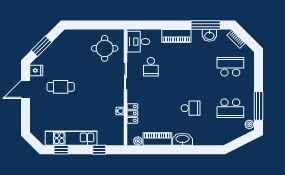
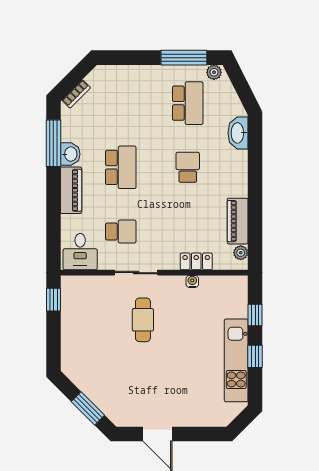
window: (109, 25) -> (53, 300), added
washbasin: (209, 35) -> (70, 154), moved
round table: (105, 48) -> (91, 306), removed
school desk: (230, 67) -> (121, 167), moved, turned 180
fridge: (36, 70) -> (127, 417), removed
cafe table: (61, 87) -> (143, 320), moved
washbasin: (182, 139) -> (238, 133), moved
window: (61, 150) -> (255, 356), moved

